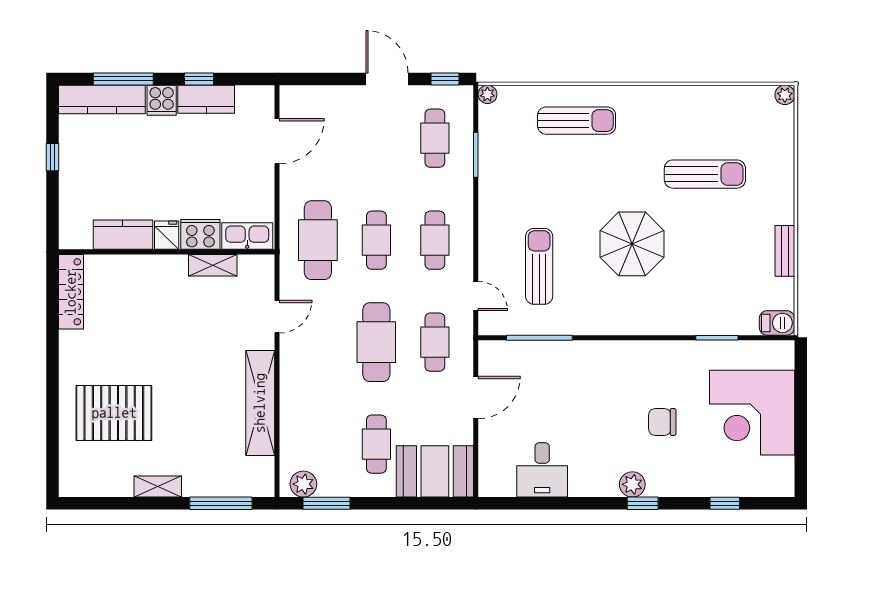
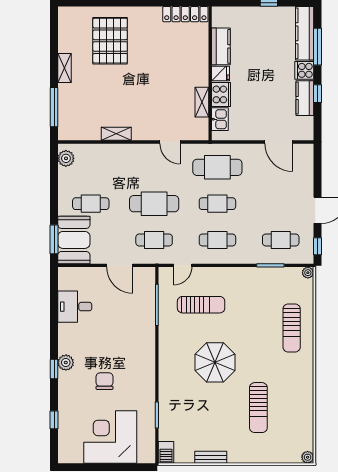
kitchen sink: (247, 236) -> (220, 119), width x0.73
shelving: (260, 403) -> (116, 134), width x0.45, depth x0.75
window: (327, 503) -> (54, 239), moved

